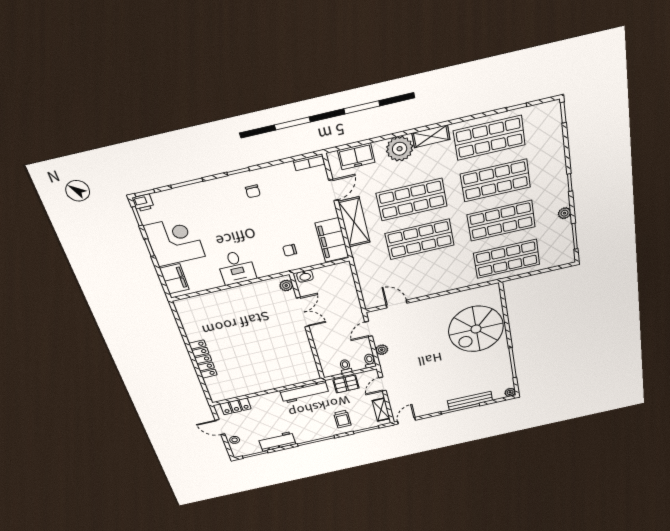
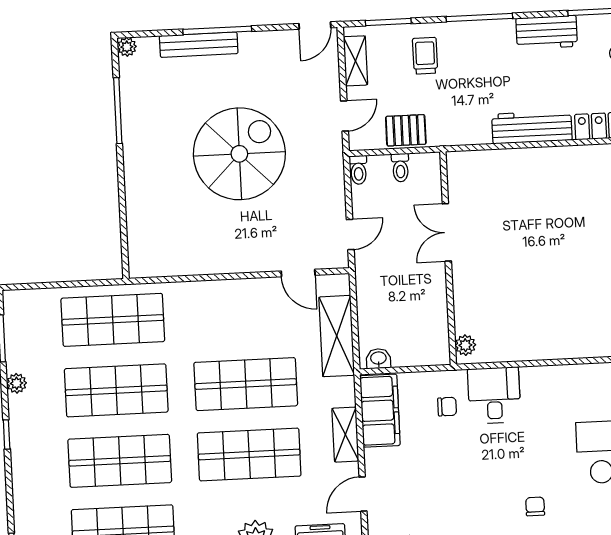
chair: (253, 191) -> (535, 506), moved
shelving: (354, 222) -> (345, 435), width x0.67, depth x0.75
desk: (236, 268) -> (494, 395), moved
washbasin: (305, 276) -> (378, 359), moved
shelving: (367, 276) -> (337, 336), added
double door: (303, 312) -> (447, 232), moved
spiral stairs: (476, 329) -> (239, 154), moved
plant: (382, 350) -> (335, 188), removed
workbench: (304, 392) -> (532, 127), moved

